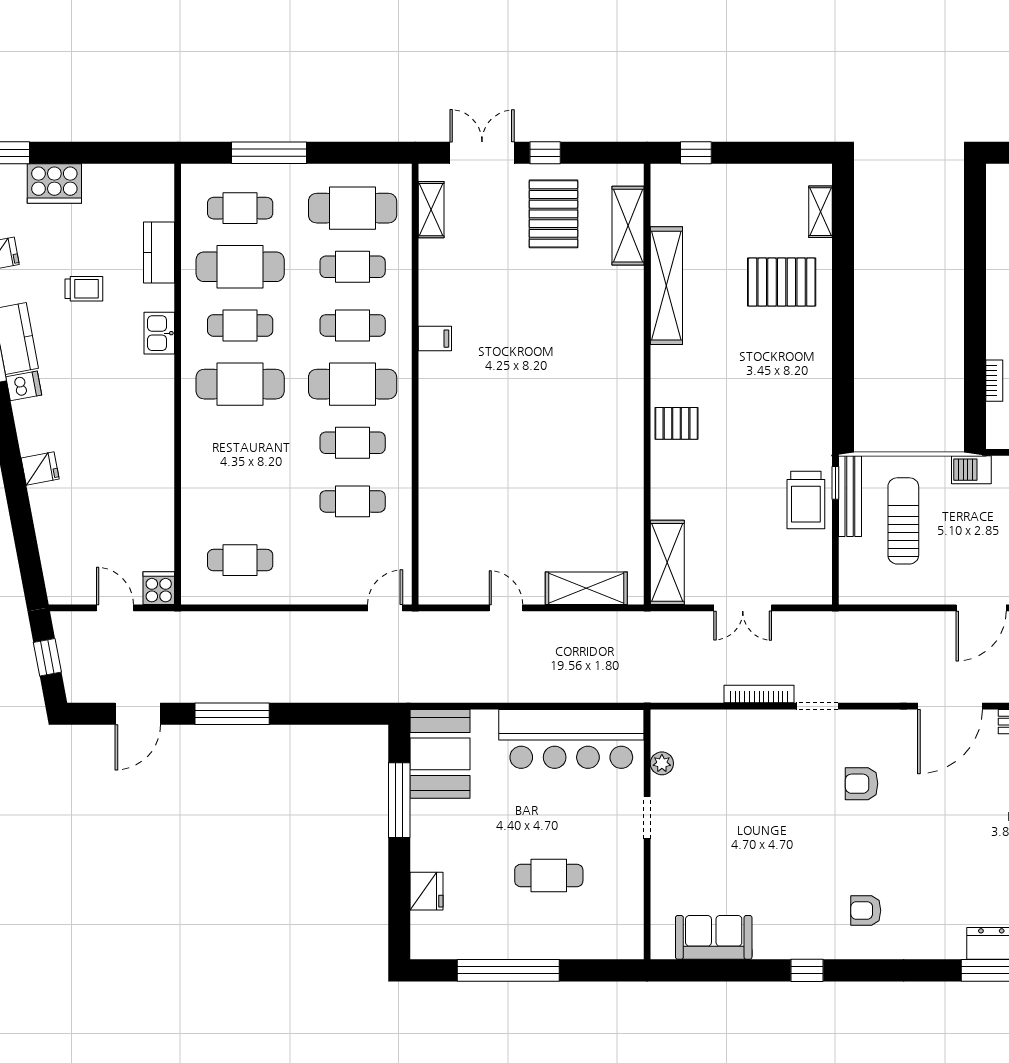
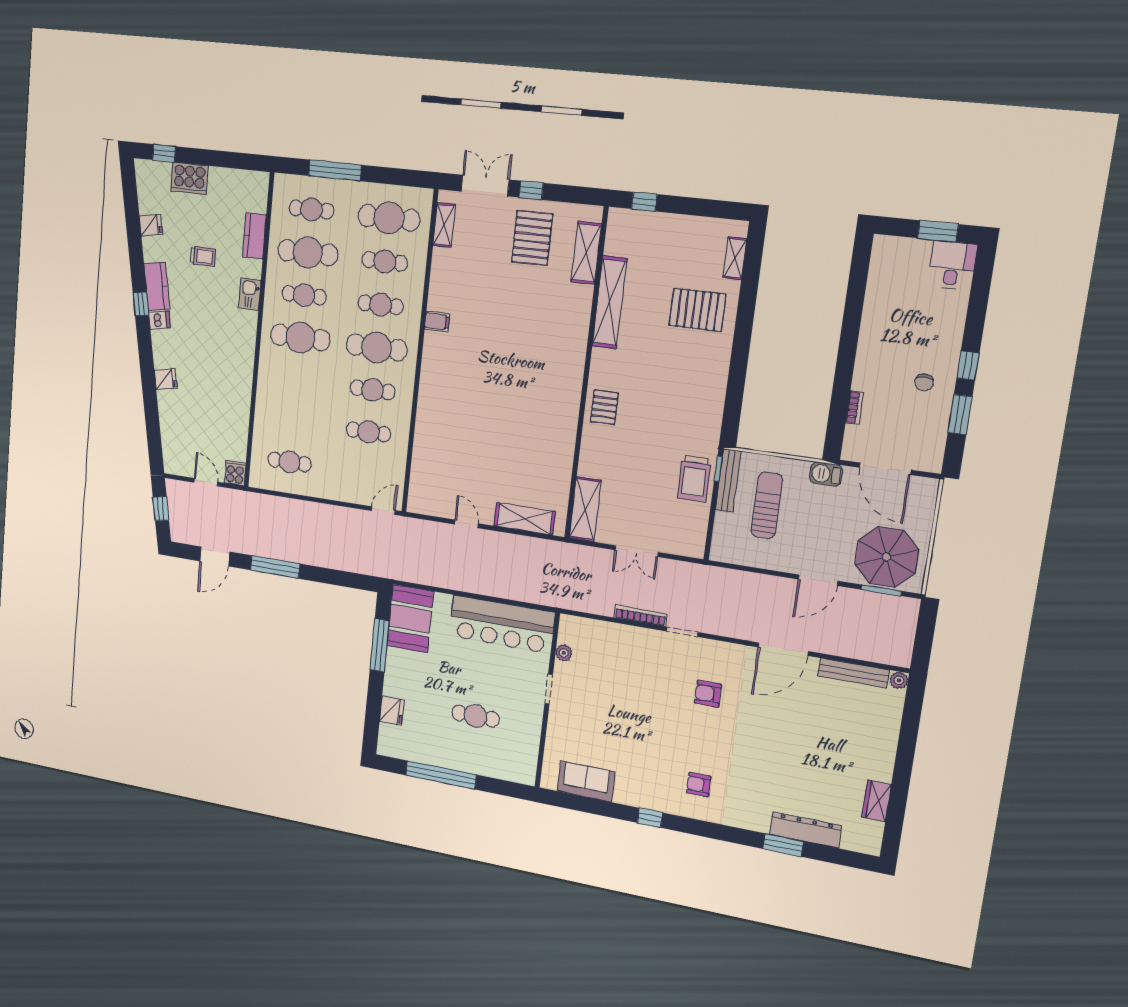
pallet: (676, 423) -> (604, 407), turned 90

